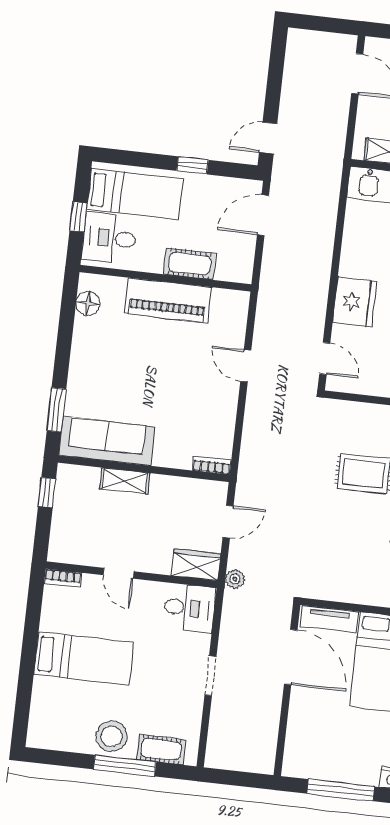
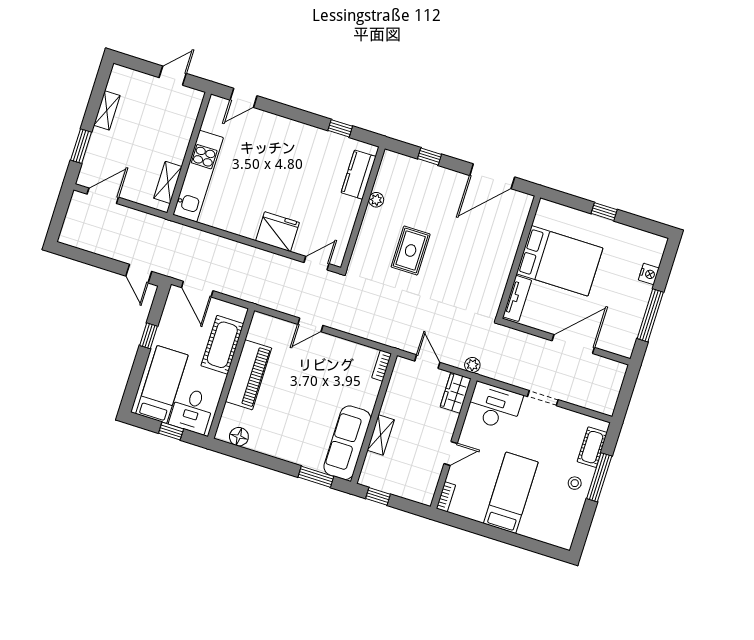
cot: (190, 264) -> (222, 345), width x1.37, depth x1.34
desk: (189, 608) -> (494, 406), width x1.37
door: (291, 657) -> (573, 344), moved
stool: (112, 736) -> (575, 483), width x0.53, depth x0.53

